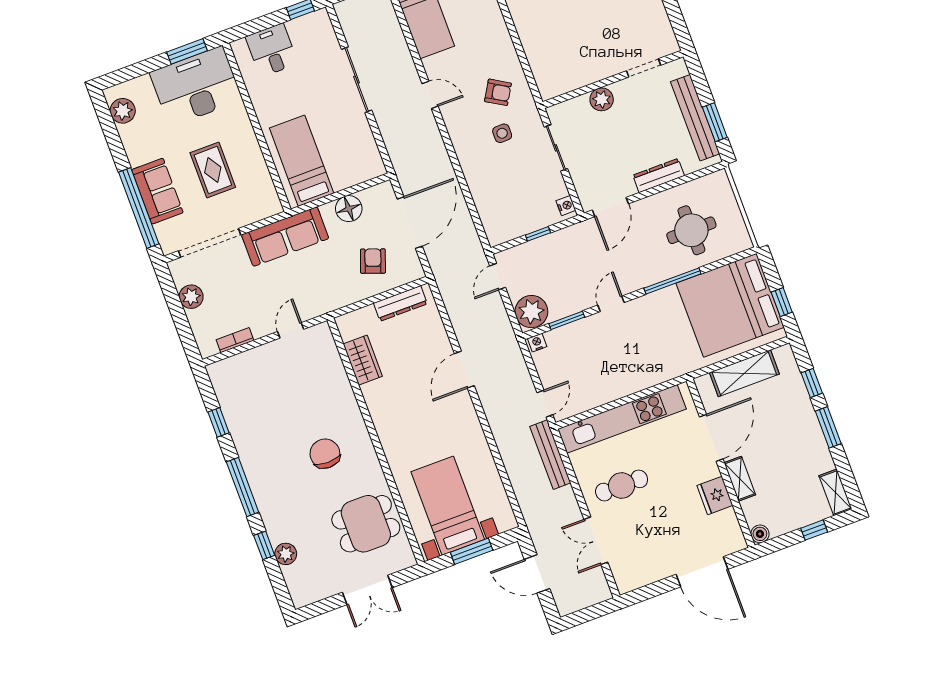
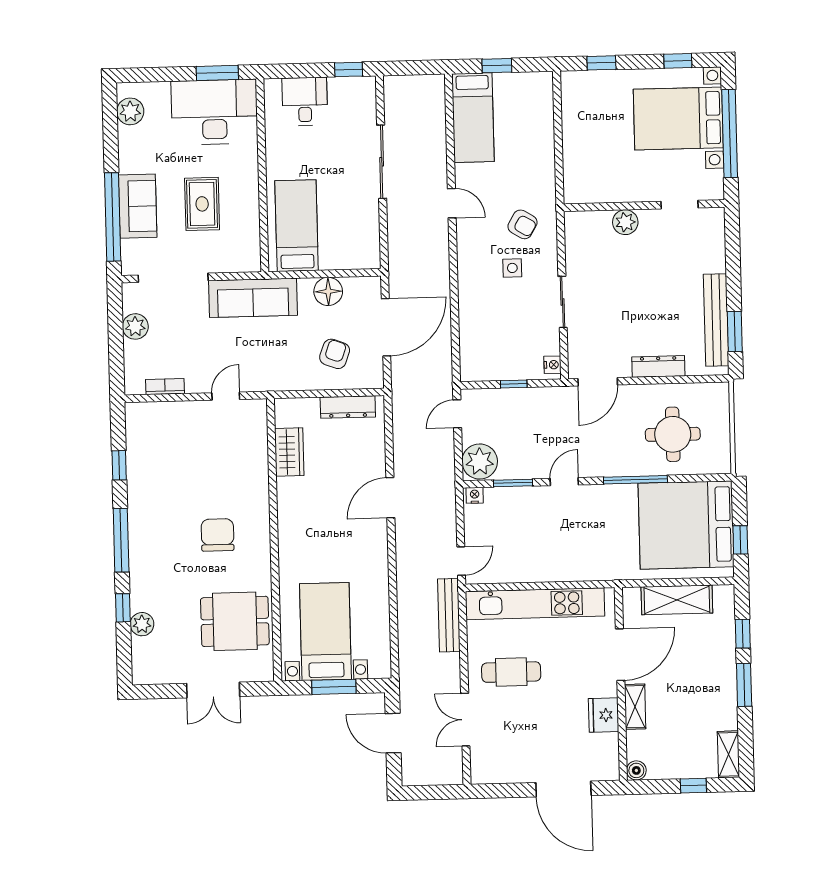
doorway: (644, 68) -> (680, 205), moved
wall: (613, 79) -> (644, 206), moved
plant: (602, 99) -> (625, 222), moved

